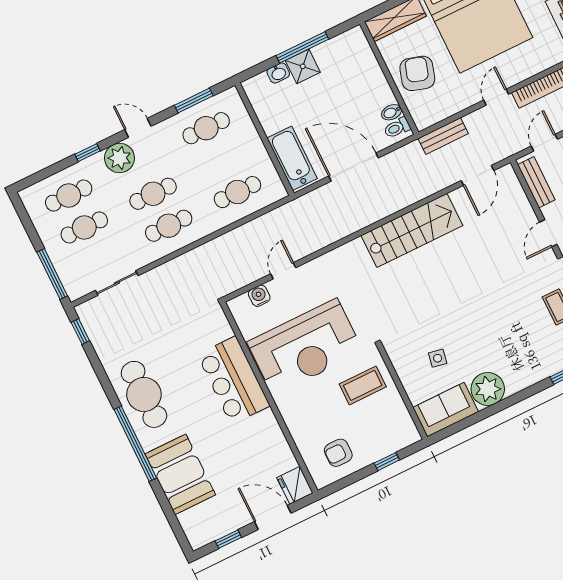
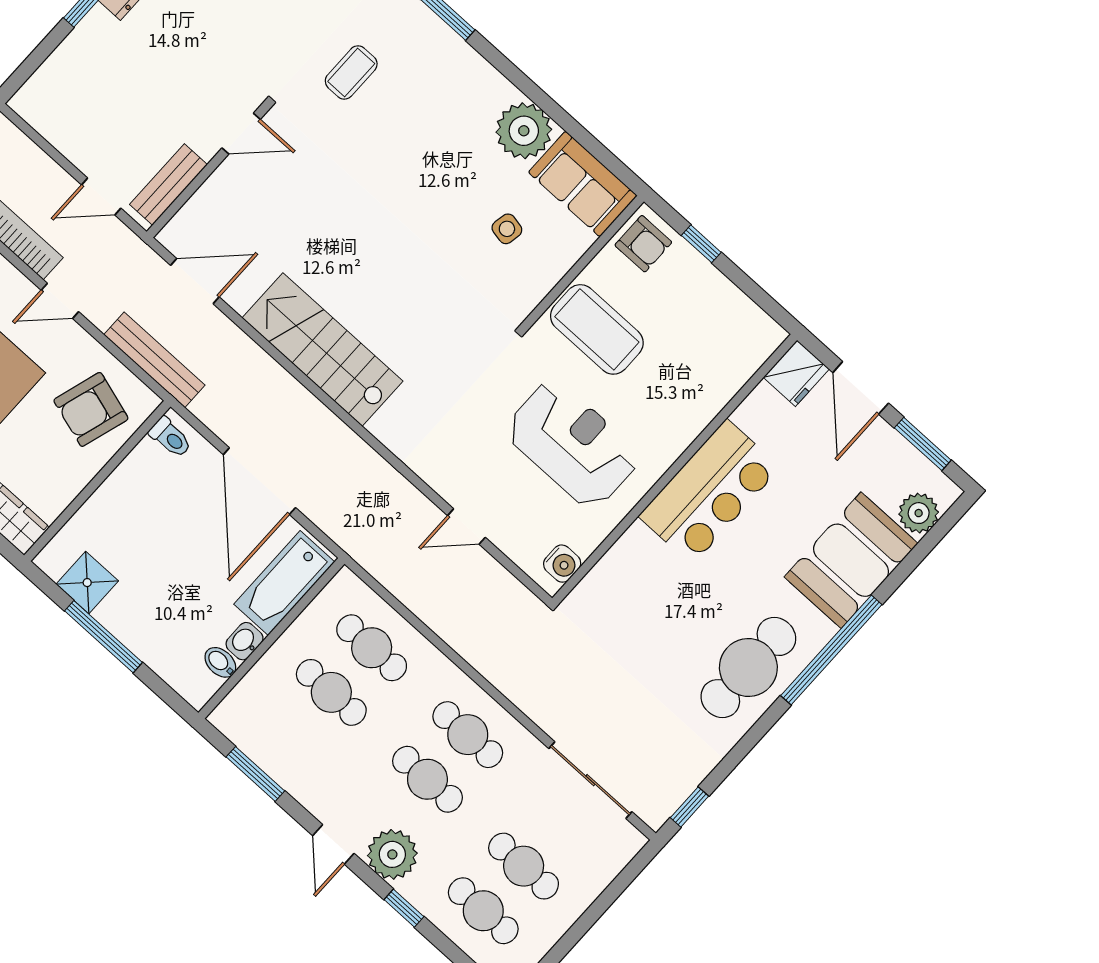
shower: (303, 66) -> (87, 583), moved
washbasin: (278, 73) -> (245, 641), moved, turned -90
armchair: (417, 73) -> (91, 409), moved
bidet: (392, 112) -> (220, 662), moved, turned 180
cafe table: (206, 128) -> (331, 692), moved
bench: (443, 136) -> (154, 360), width x1.36
window: (52, 274) -> (617, 887), removed
sliding door: (117, 283) -> (590, 780), width x1.37
water cooler: (259, 296) -> (562, 564), moved, turned -90
reception desk: (305, 347) -> (572, 444), width x0.74, depth x0.77
bar counter: (233, 380) -> (709, 492), moved
coffee table: (363, 385) -> (597, 329), width x1.36, depth x1.32
armchair: (338, 453) -> (643, 244), moved
plant: (191, 522) -> (919, 513), added
window: (228, 539) -> (923, 444), width x1.50

